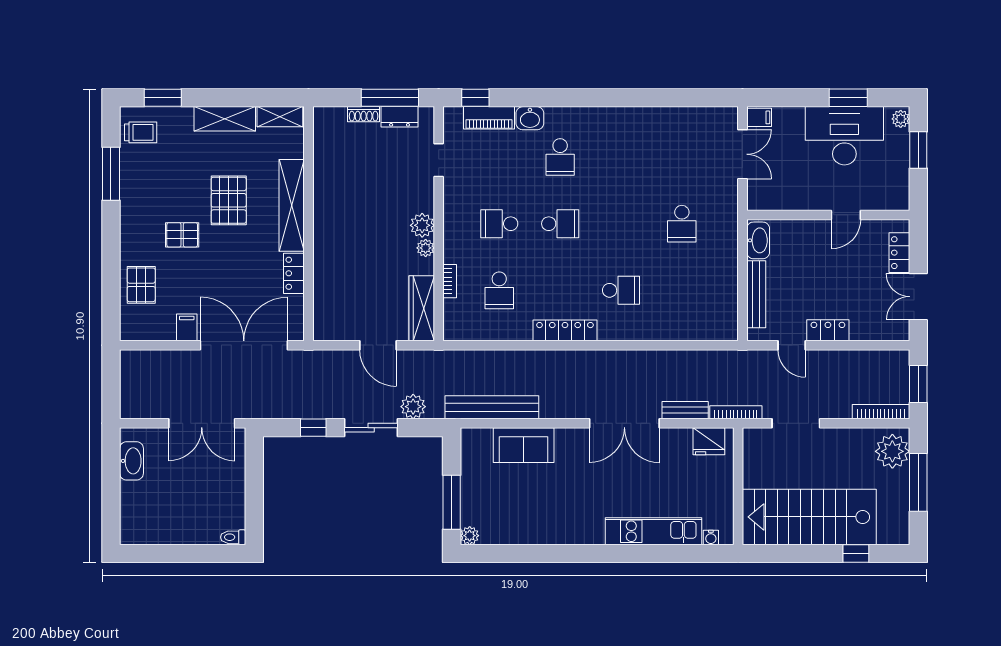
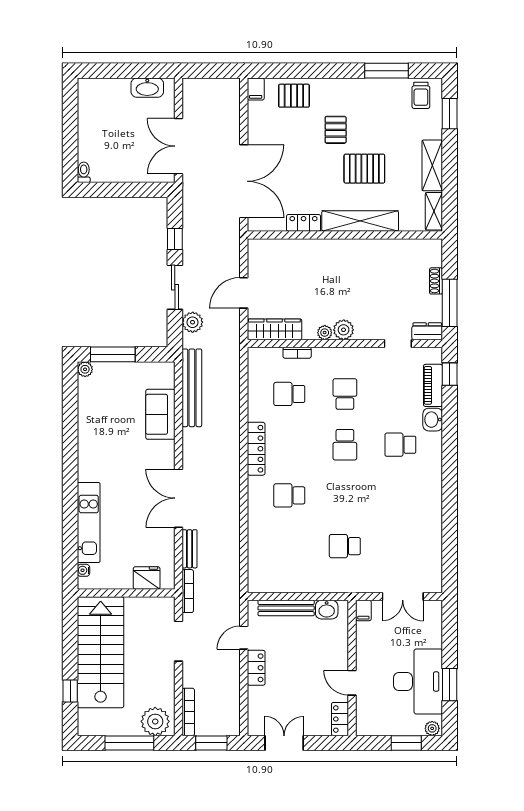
dresser: (400, 117) -> (427, 331), moved, turned 90
filing cabinet: (759, 117) -> (363, 610), moved
washbasin: (758, 240) -> (327, 610), width x0.72
locker: (899, 253) -> (340, 719), moved, turned -90
school desk: (621, 290) -> (289, 495), turned 90
filing cabinet: (187, 327) -> (256, 89), moved, turned 90
fridge: (709, 441) -> (147, 578), moved, turned 90

